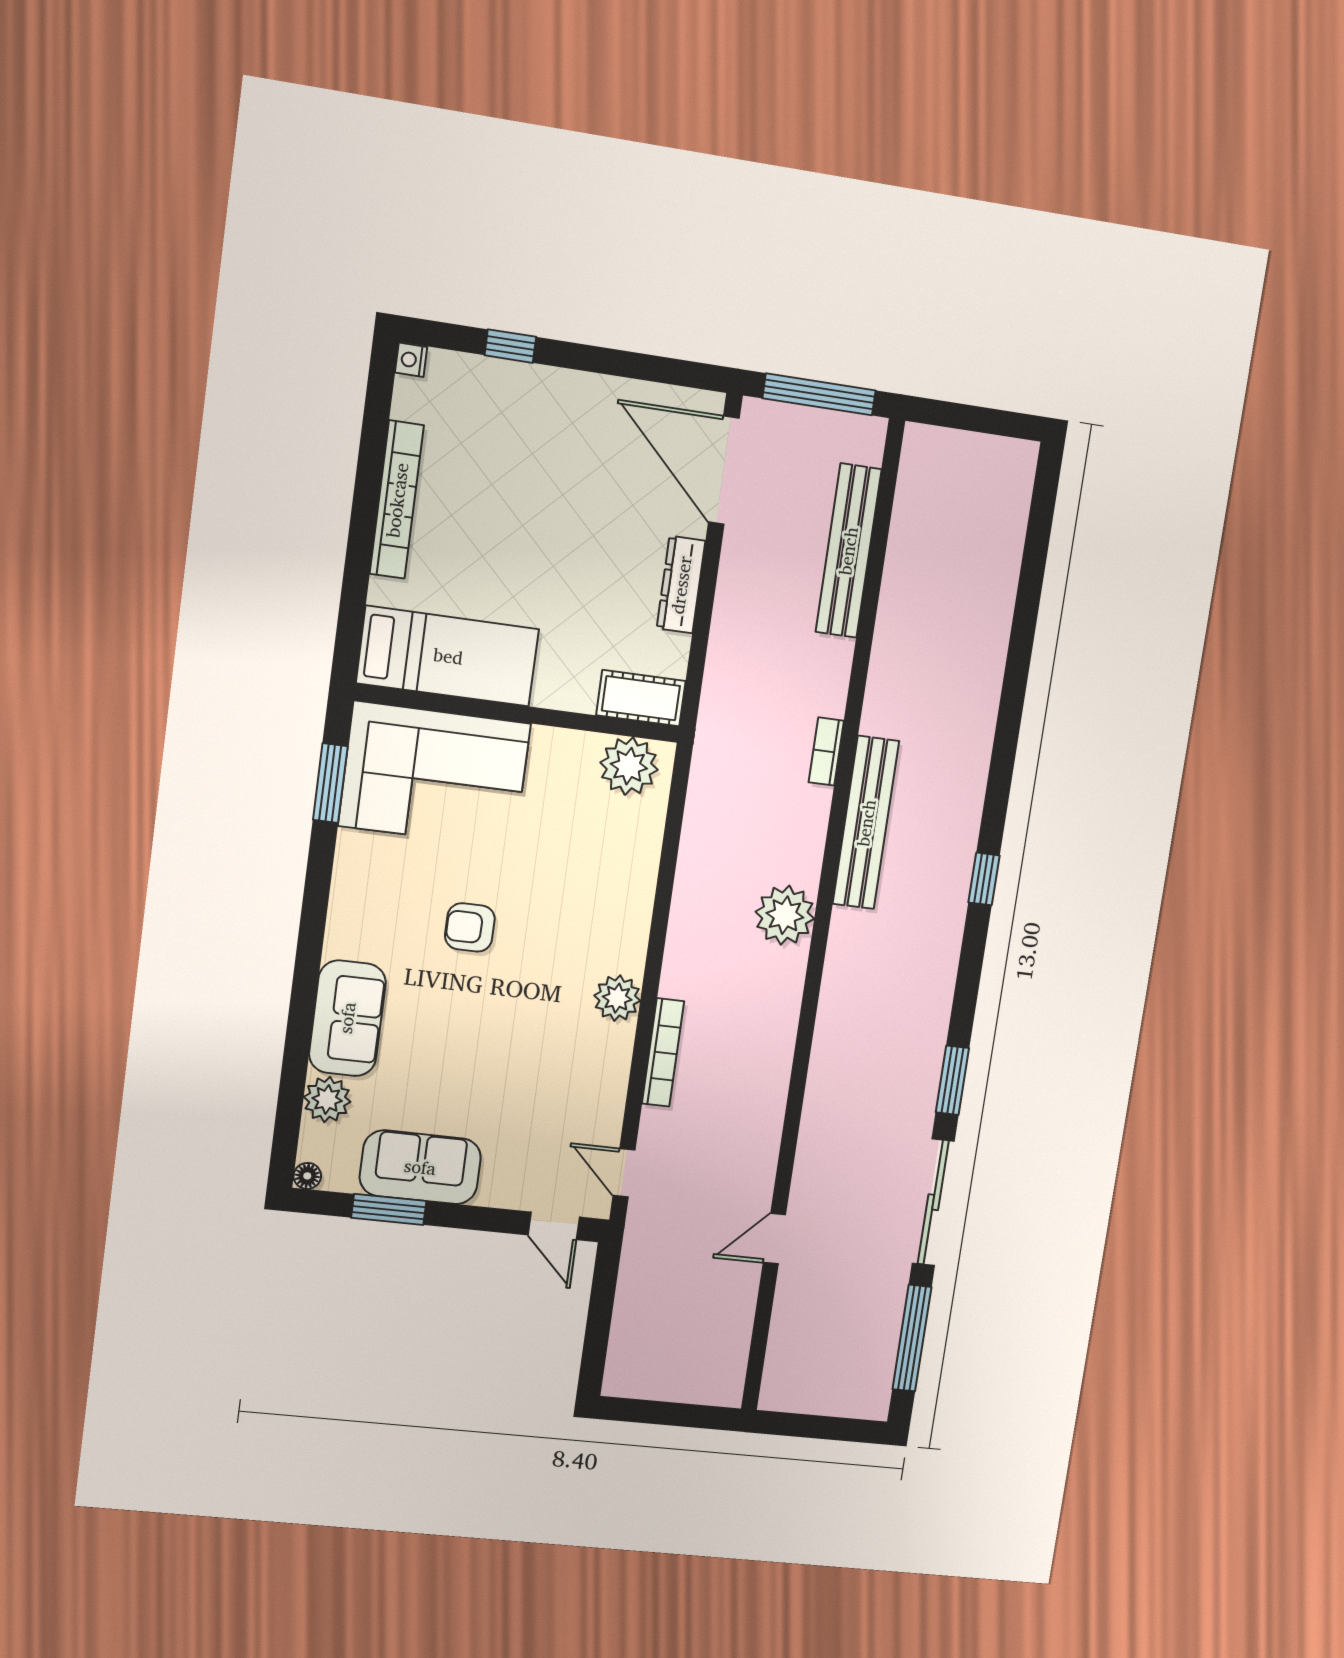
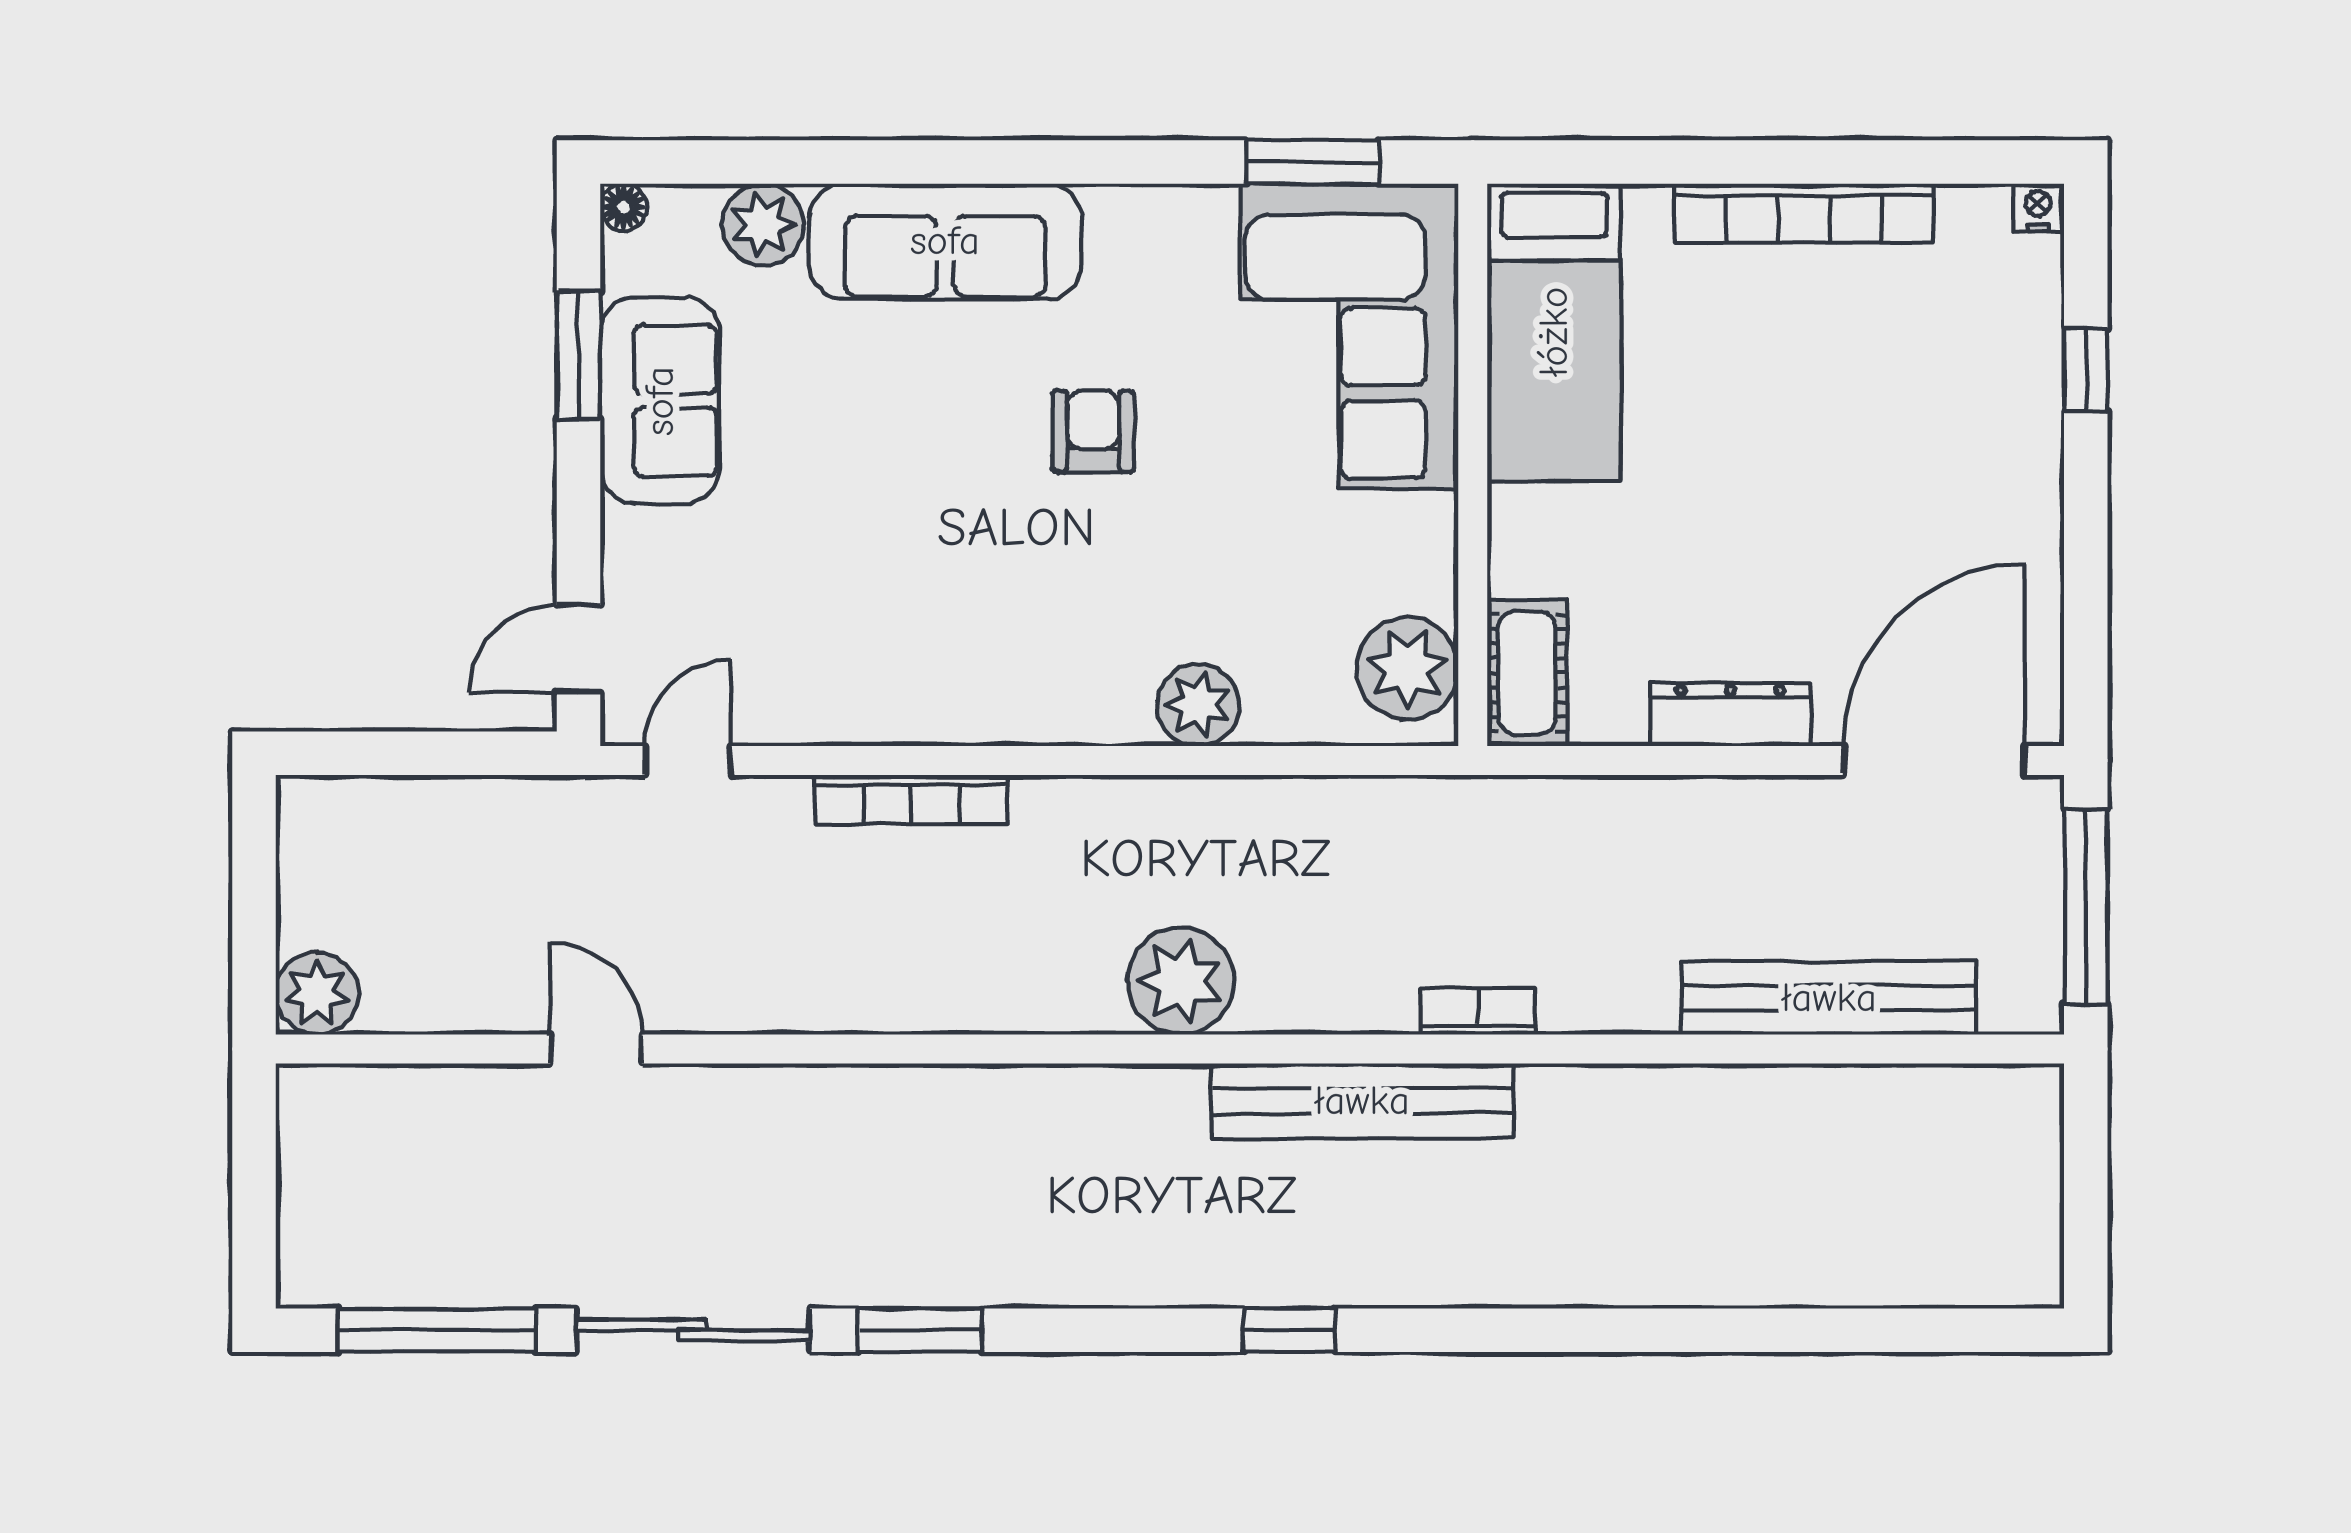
plant: (617, 998) -> (1198, 705), moved
sofa: (347, 1018) -> (945, 241), width x1.36
plant: (722, 1385) -> (317, 993), added

